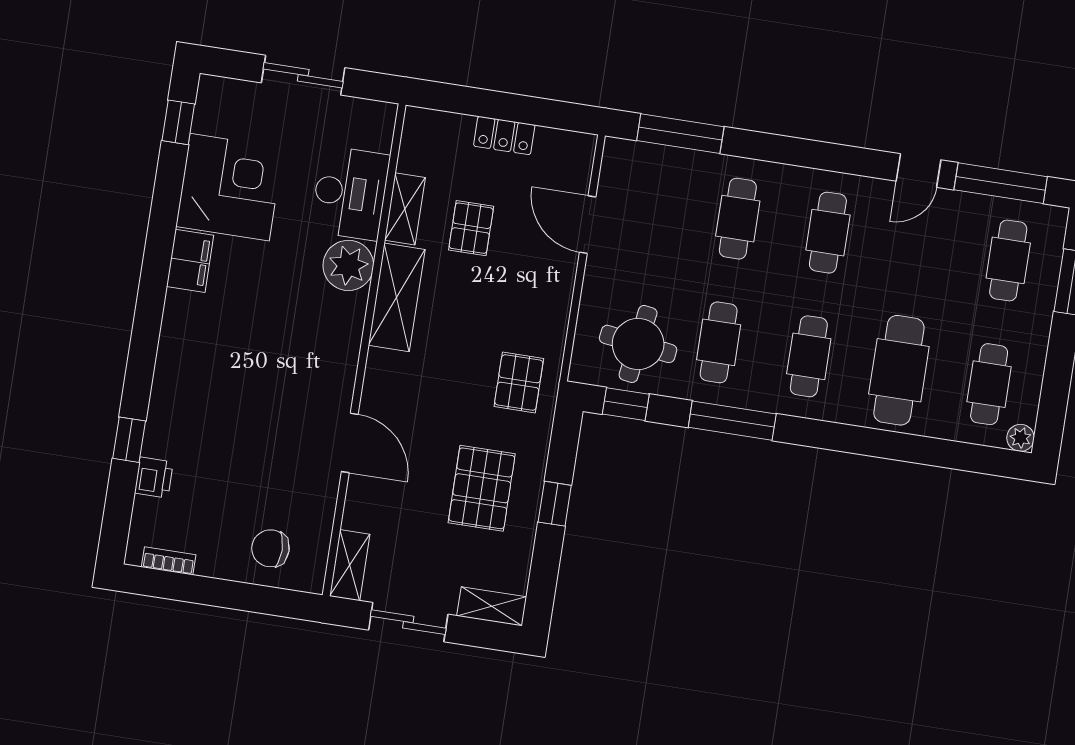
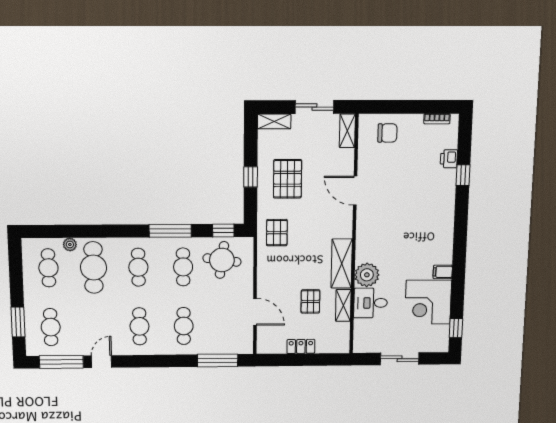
desk: (350, 193) -> (371, 303), width x0.73
filing cabinet: (190, 261) -> (443, 272), width x0.50
plant: (1021, 438) -> (70, 244), moved

